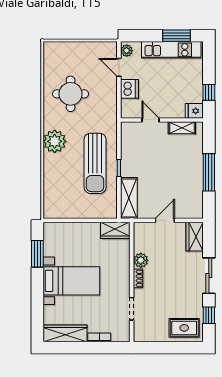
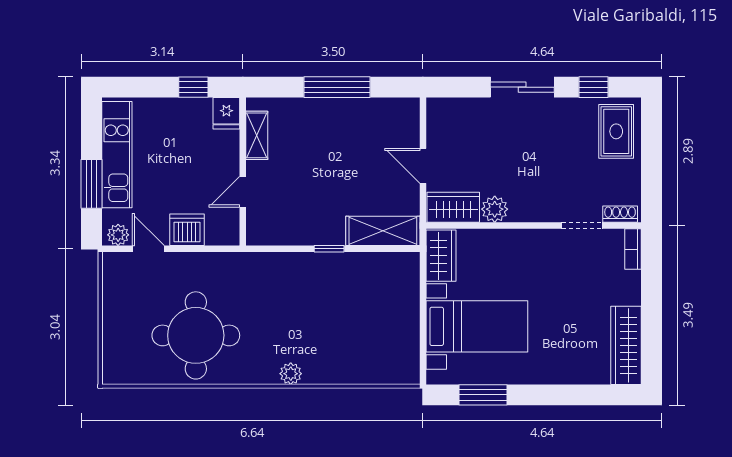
window: (177, 36) -> (91, 184), moved
door: (119, 67) -> (148, 249), swing flipped
round table: (71, 94) -> (196, 335), width x1.36, depth x1.36
plant: (55, 141) -> (291, 374), width x0.53, depth x0.53
sun lounger: (95, 163) -> (321, 291), removed
wardrobe: (195, 237) -> (453, 207), moved, turned 180
shoe rack: (138, 278) -> (620, 214), moved
bed with nightstands: (71, 281) -> (477, 326), moved, turned 90
bookcase: (99, 337) -> (633, 249), moved

